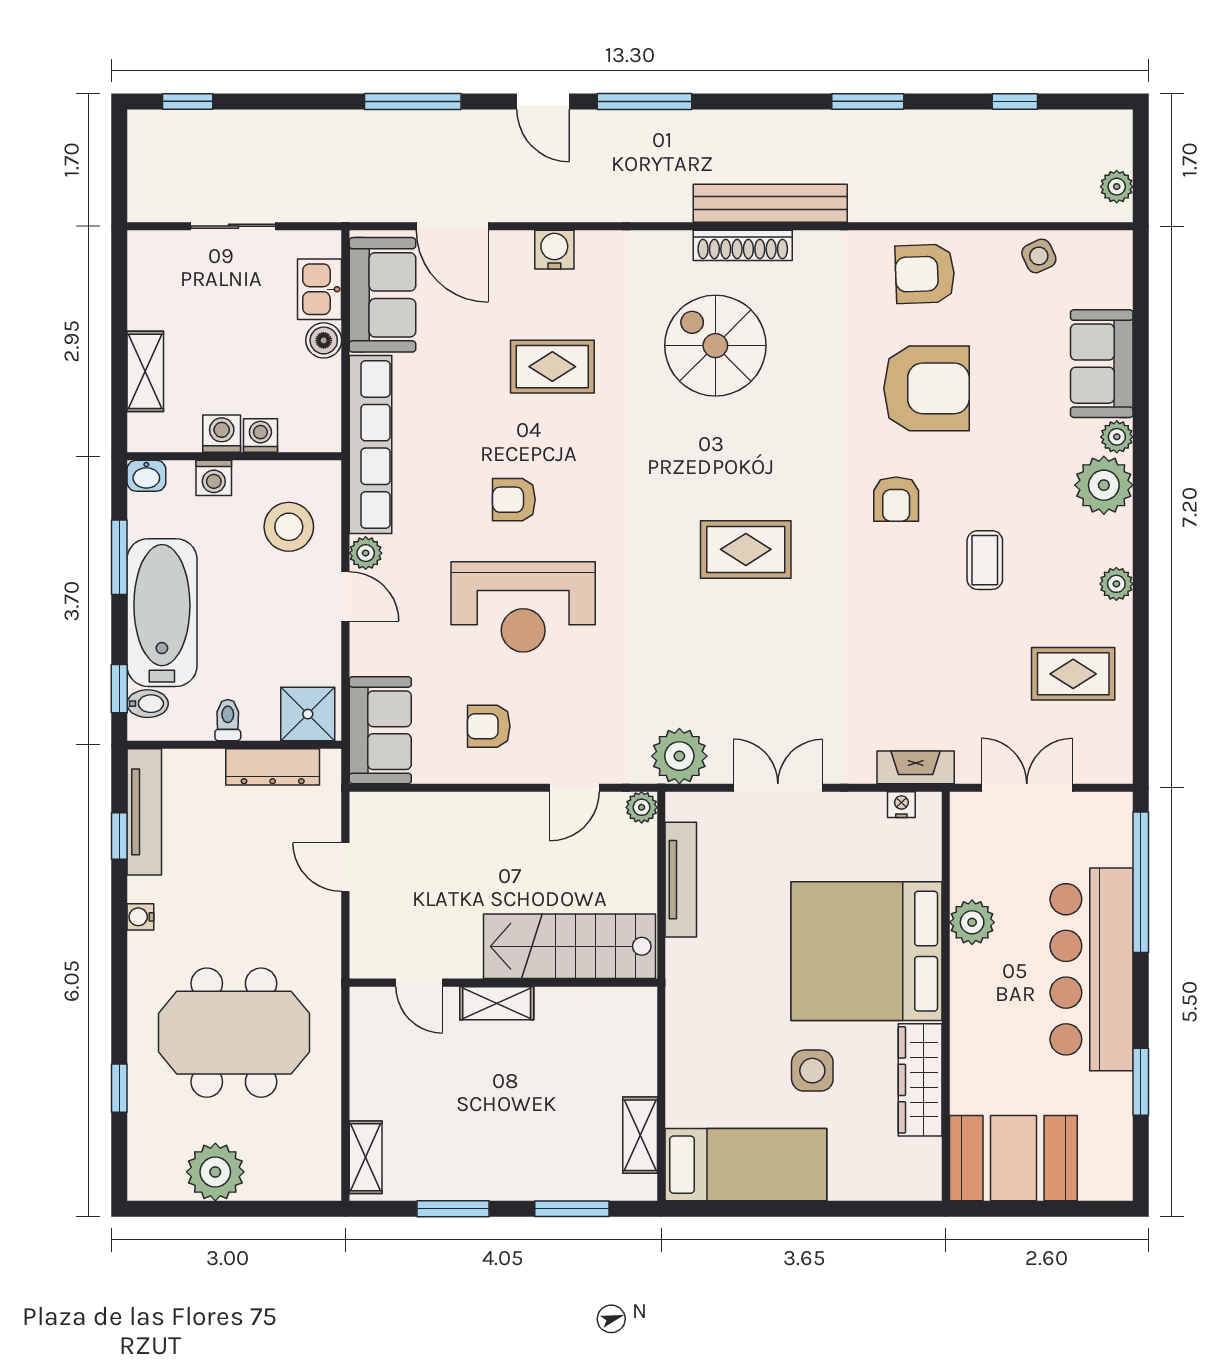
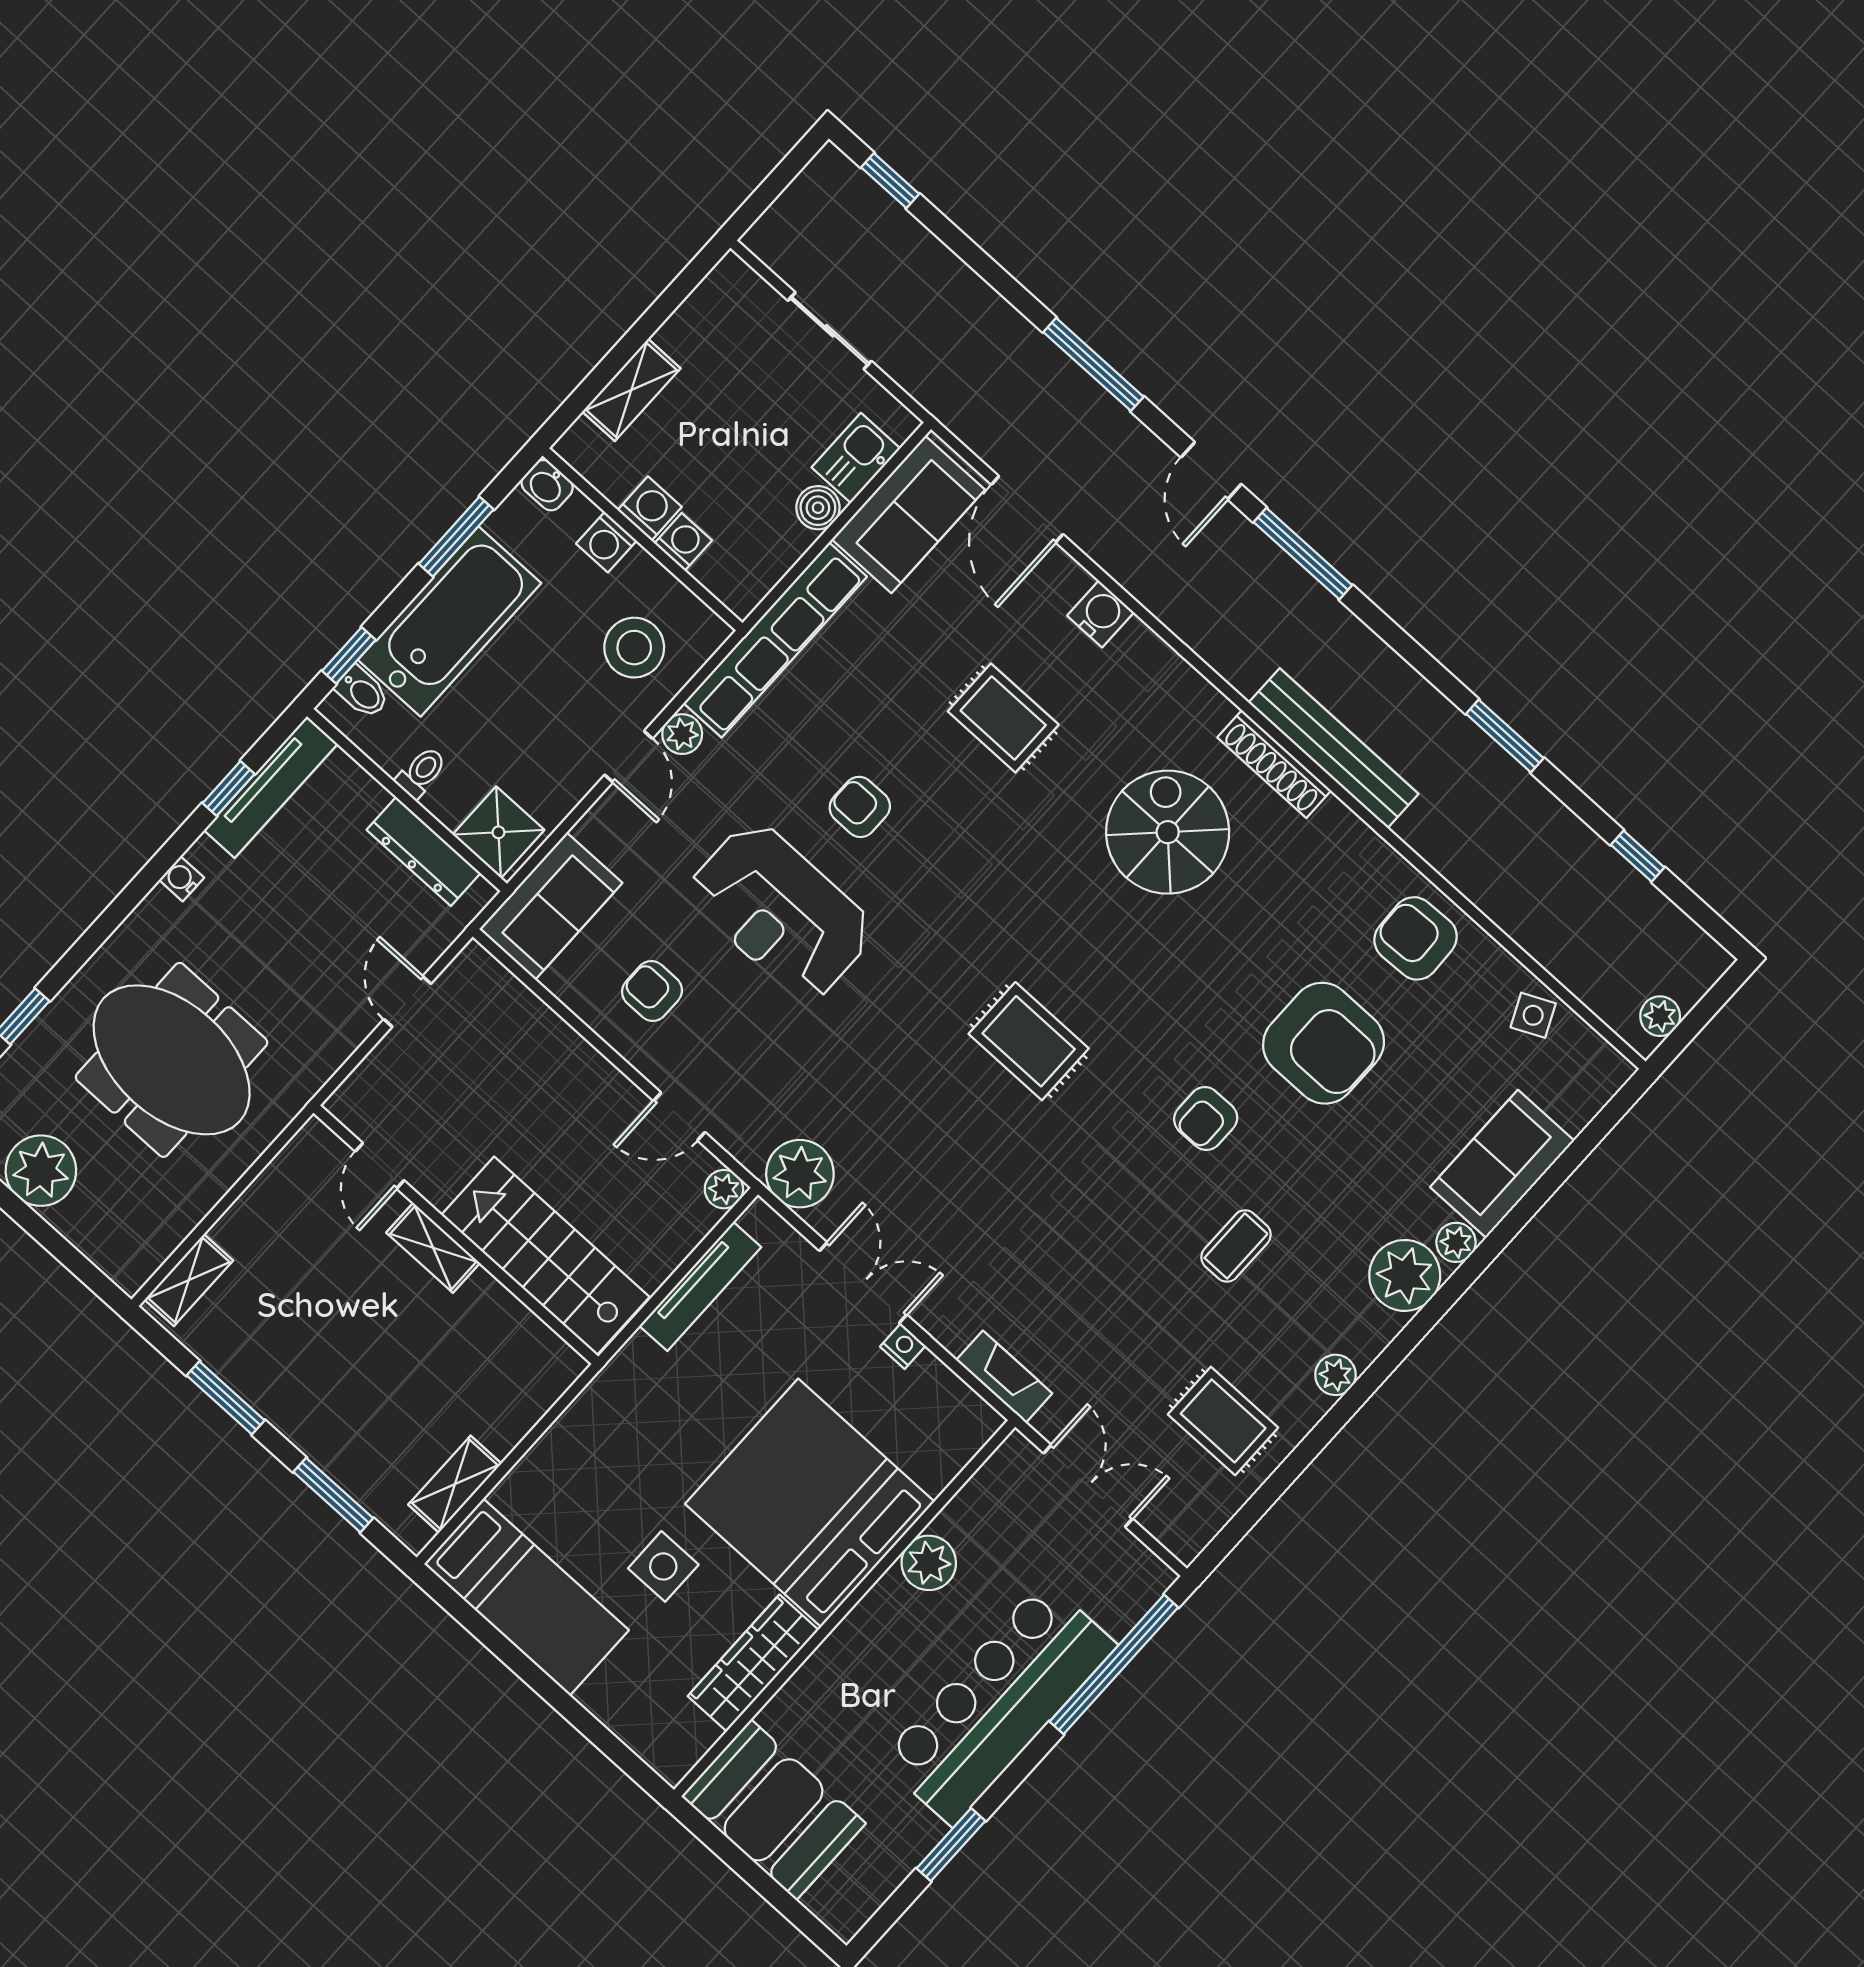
nightstand: (901, 805) -> (903, 1346), moved

